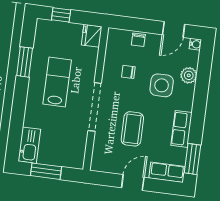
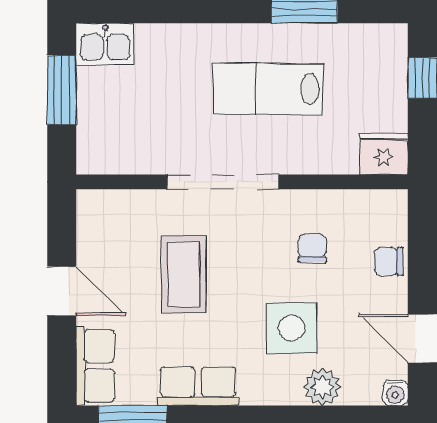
lab bench: (57, 82) -> (268, 89), turned 180
coffee table: (132, 129) -> (184, 274), turned 90
kitchen sink: (29, 145) -> (105, 44), width x0.73

